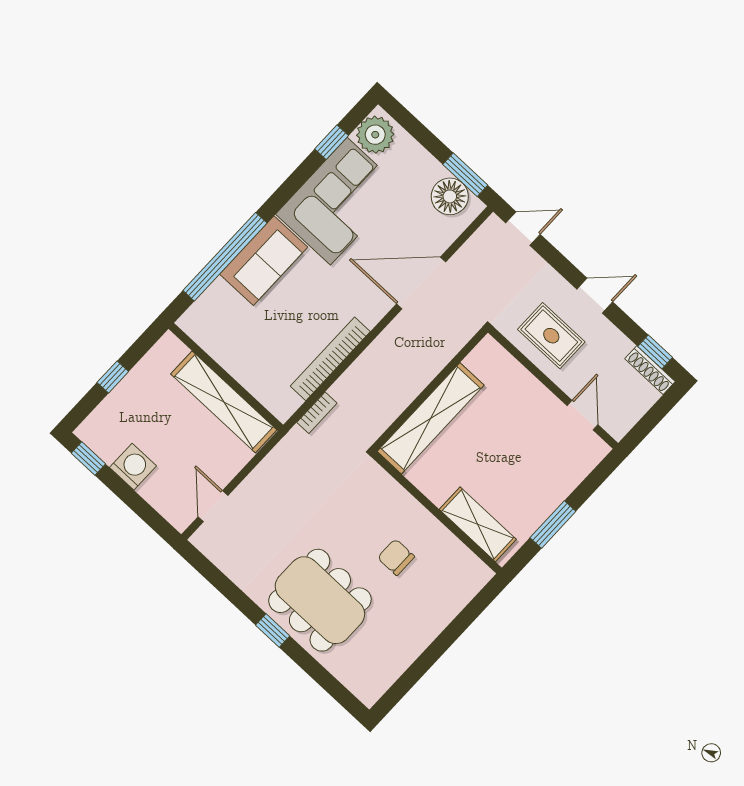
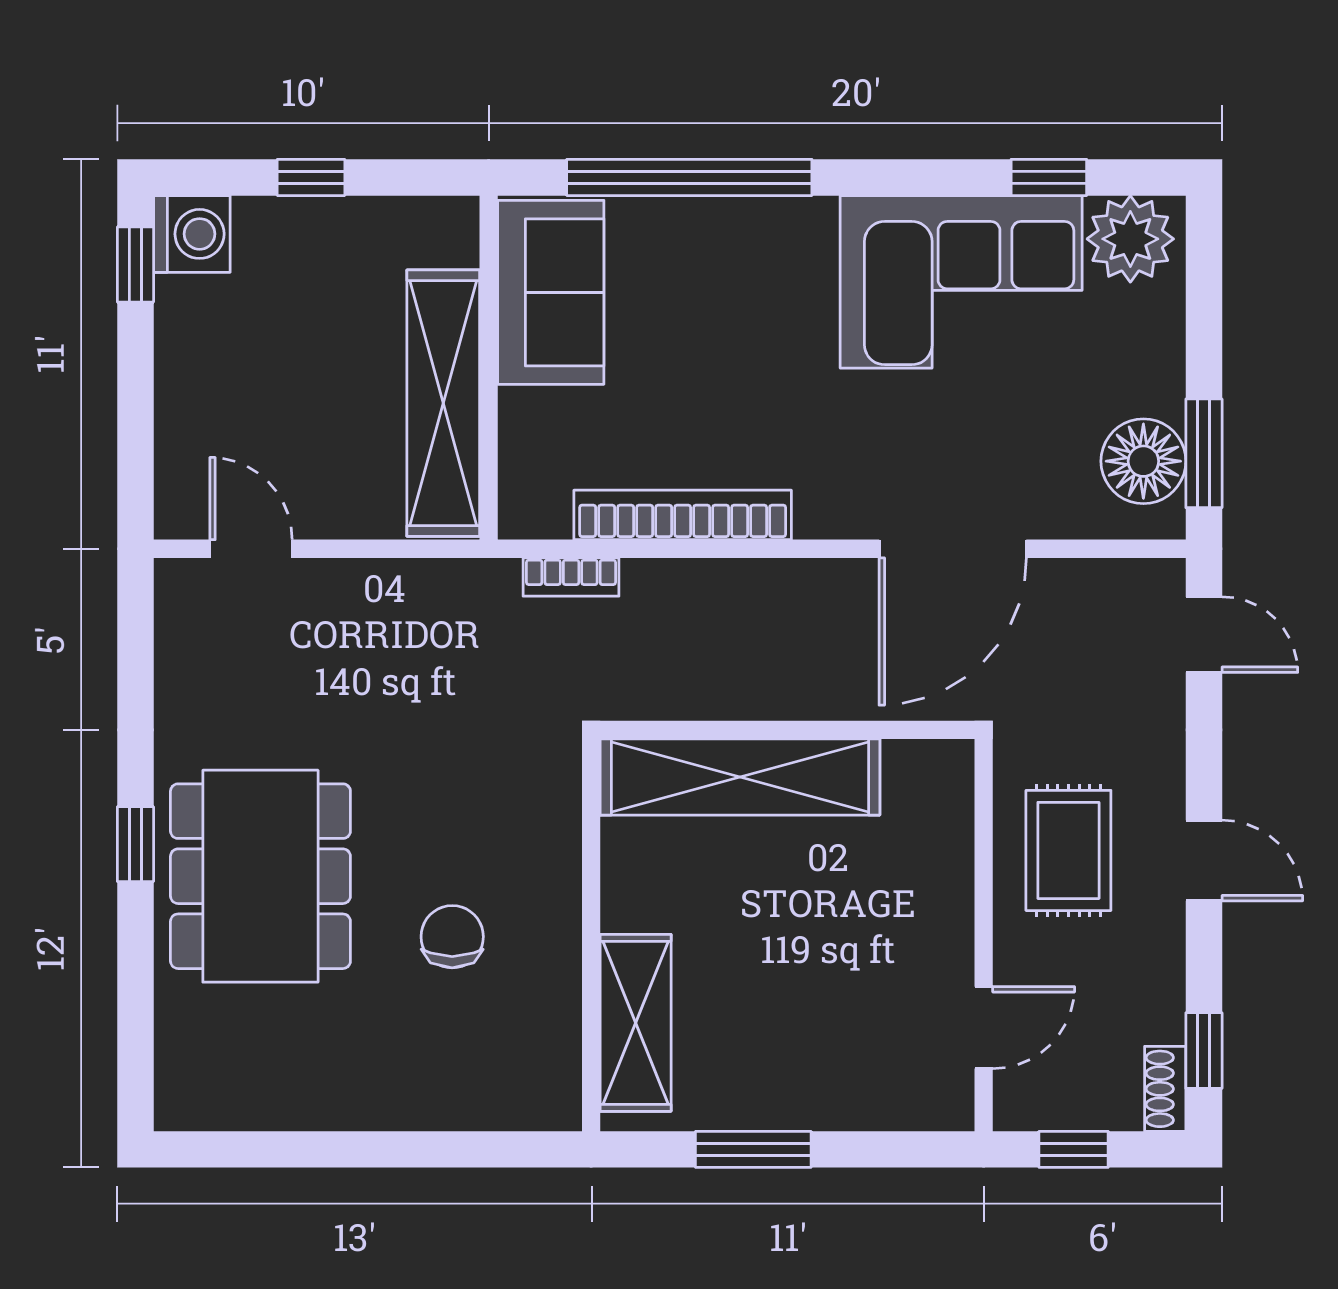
sofa: (264, 261) -> (551, 292), moved, turned -90
door: (421, 283) -> (953, 549), swing flipped
shoe rack: (650, 370) -> (1165, 1089), width x0.70
window: (648, 423) -> (1074, 1149), added
washing machine: (133, 467) -> (192, 234), moved
door: (213, 506) -> (251, 549), hinge flipped

